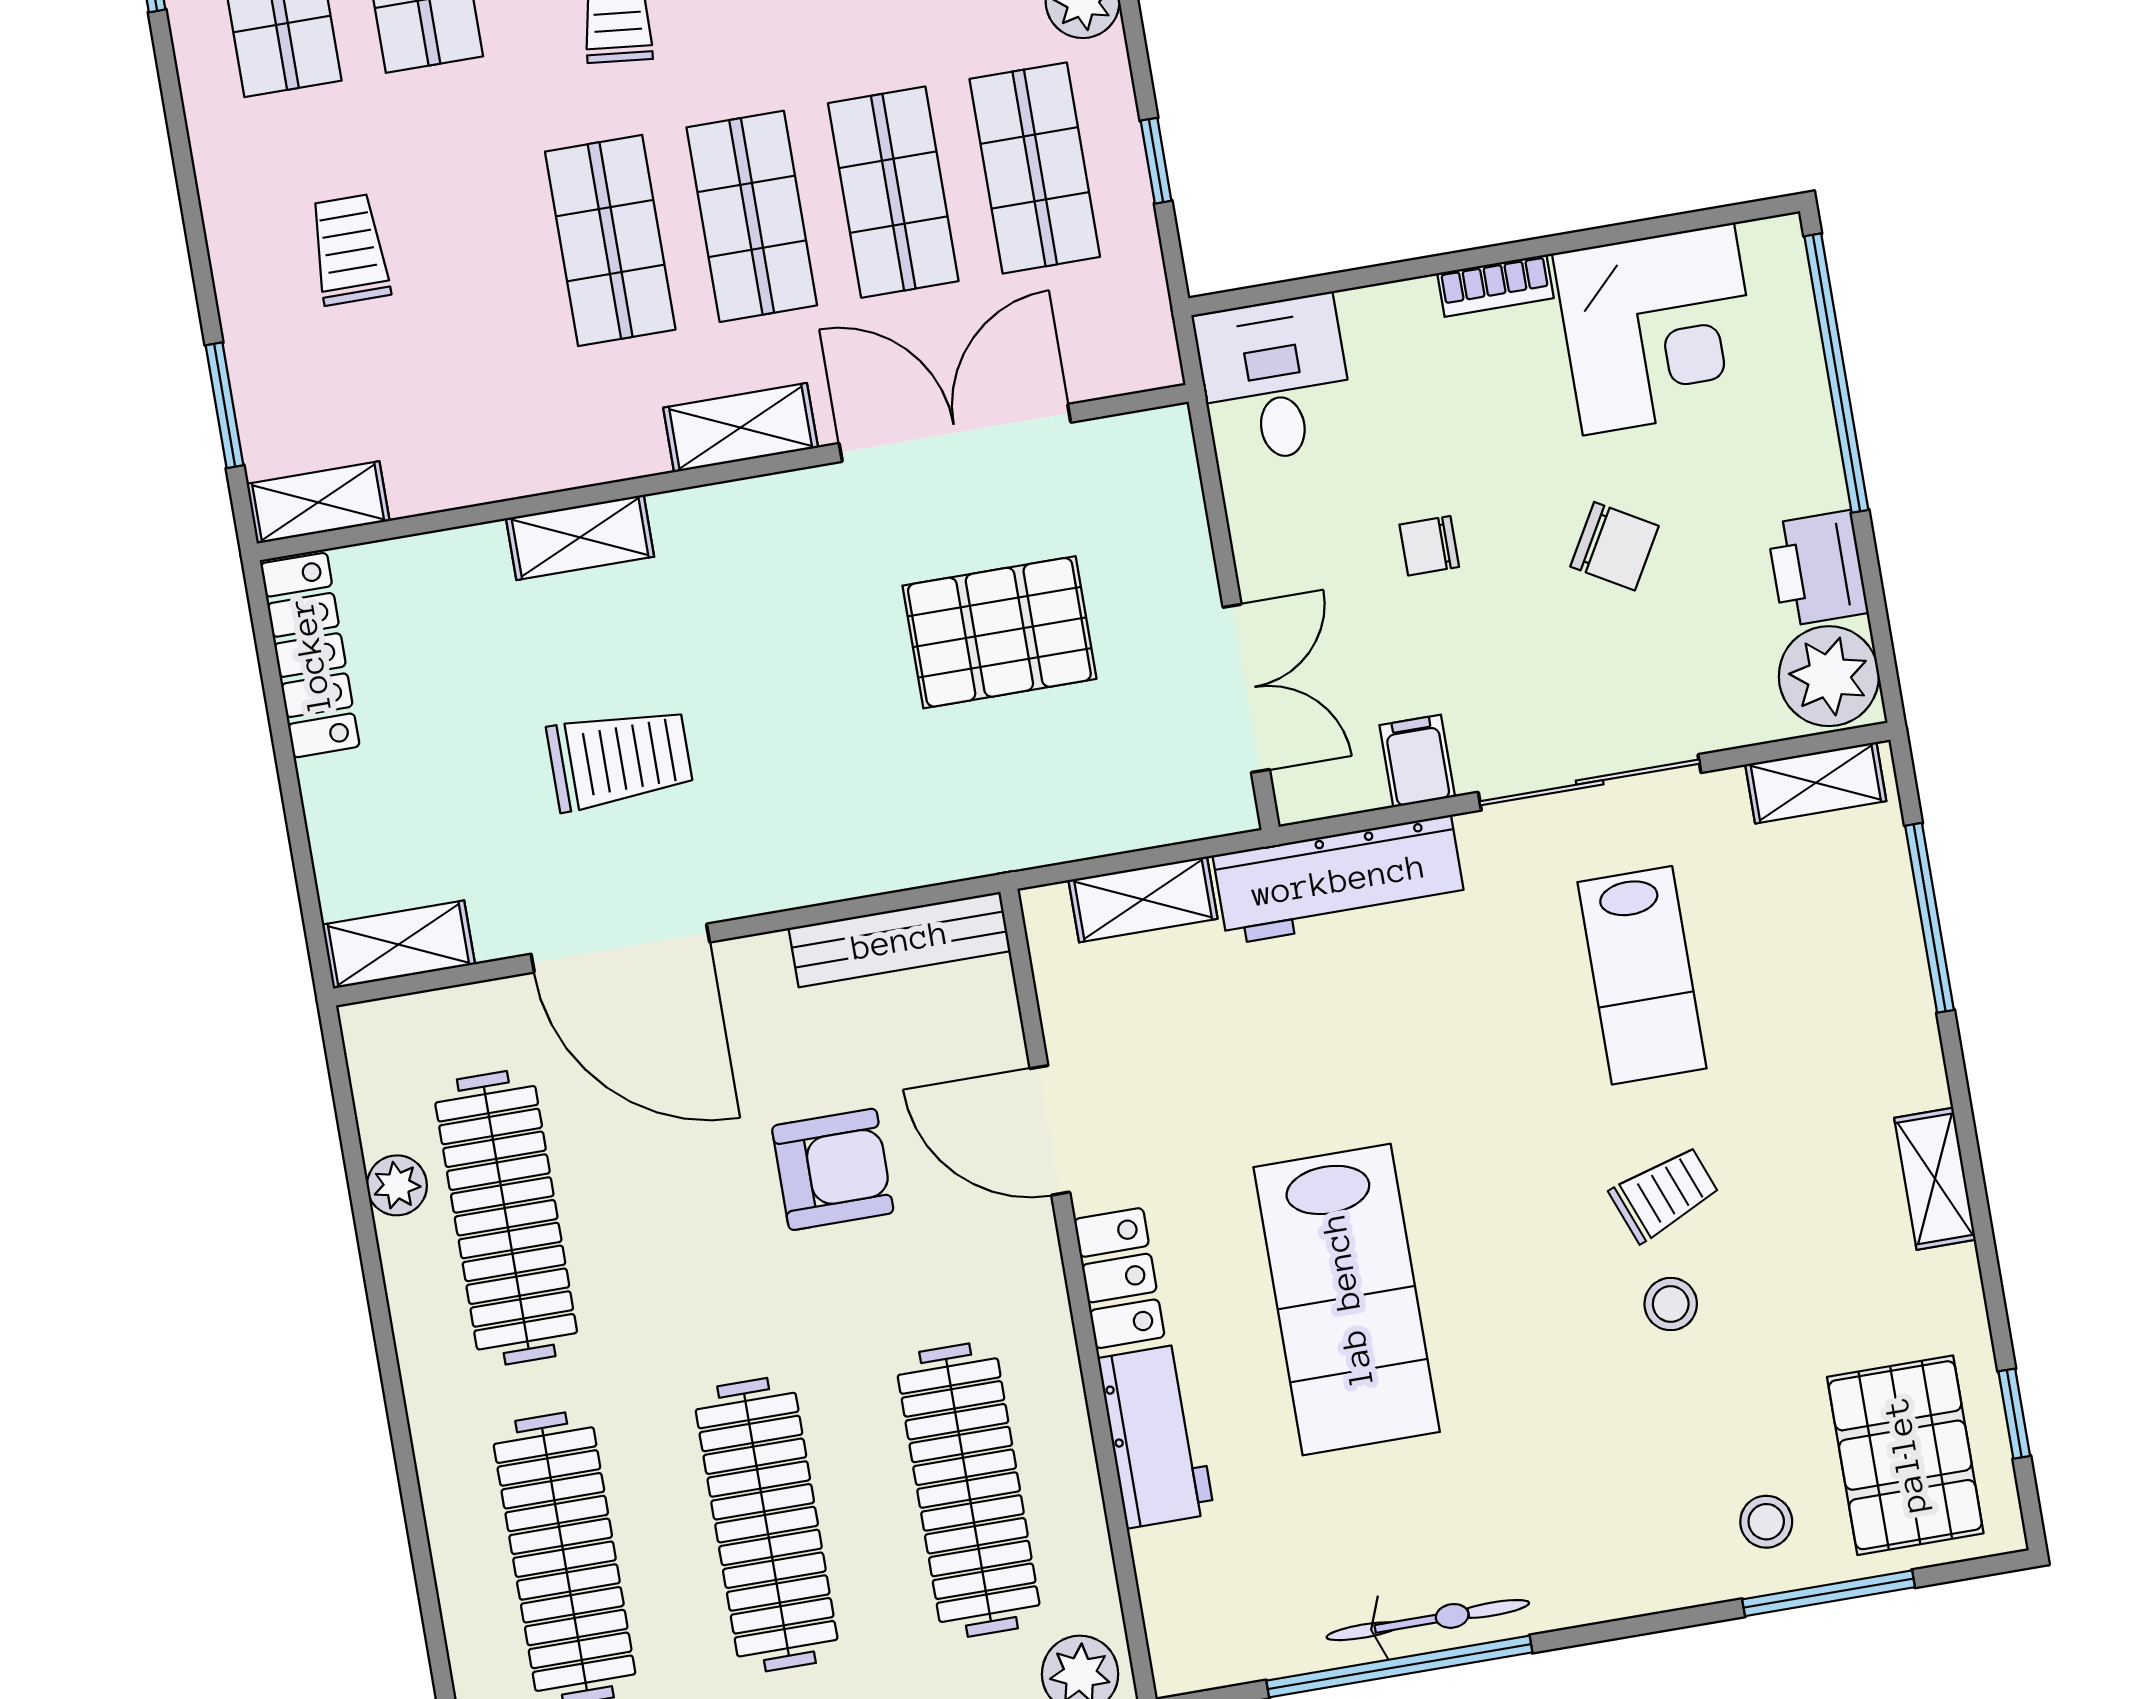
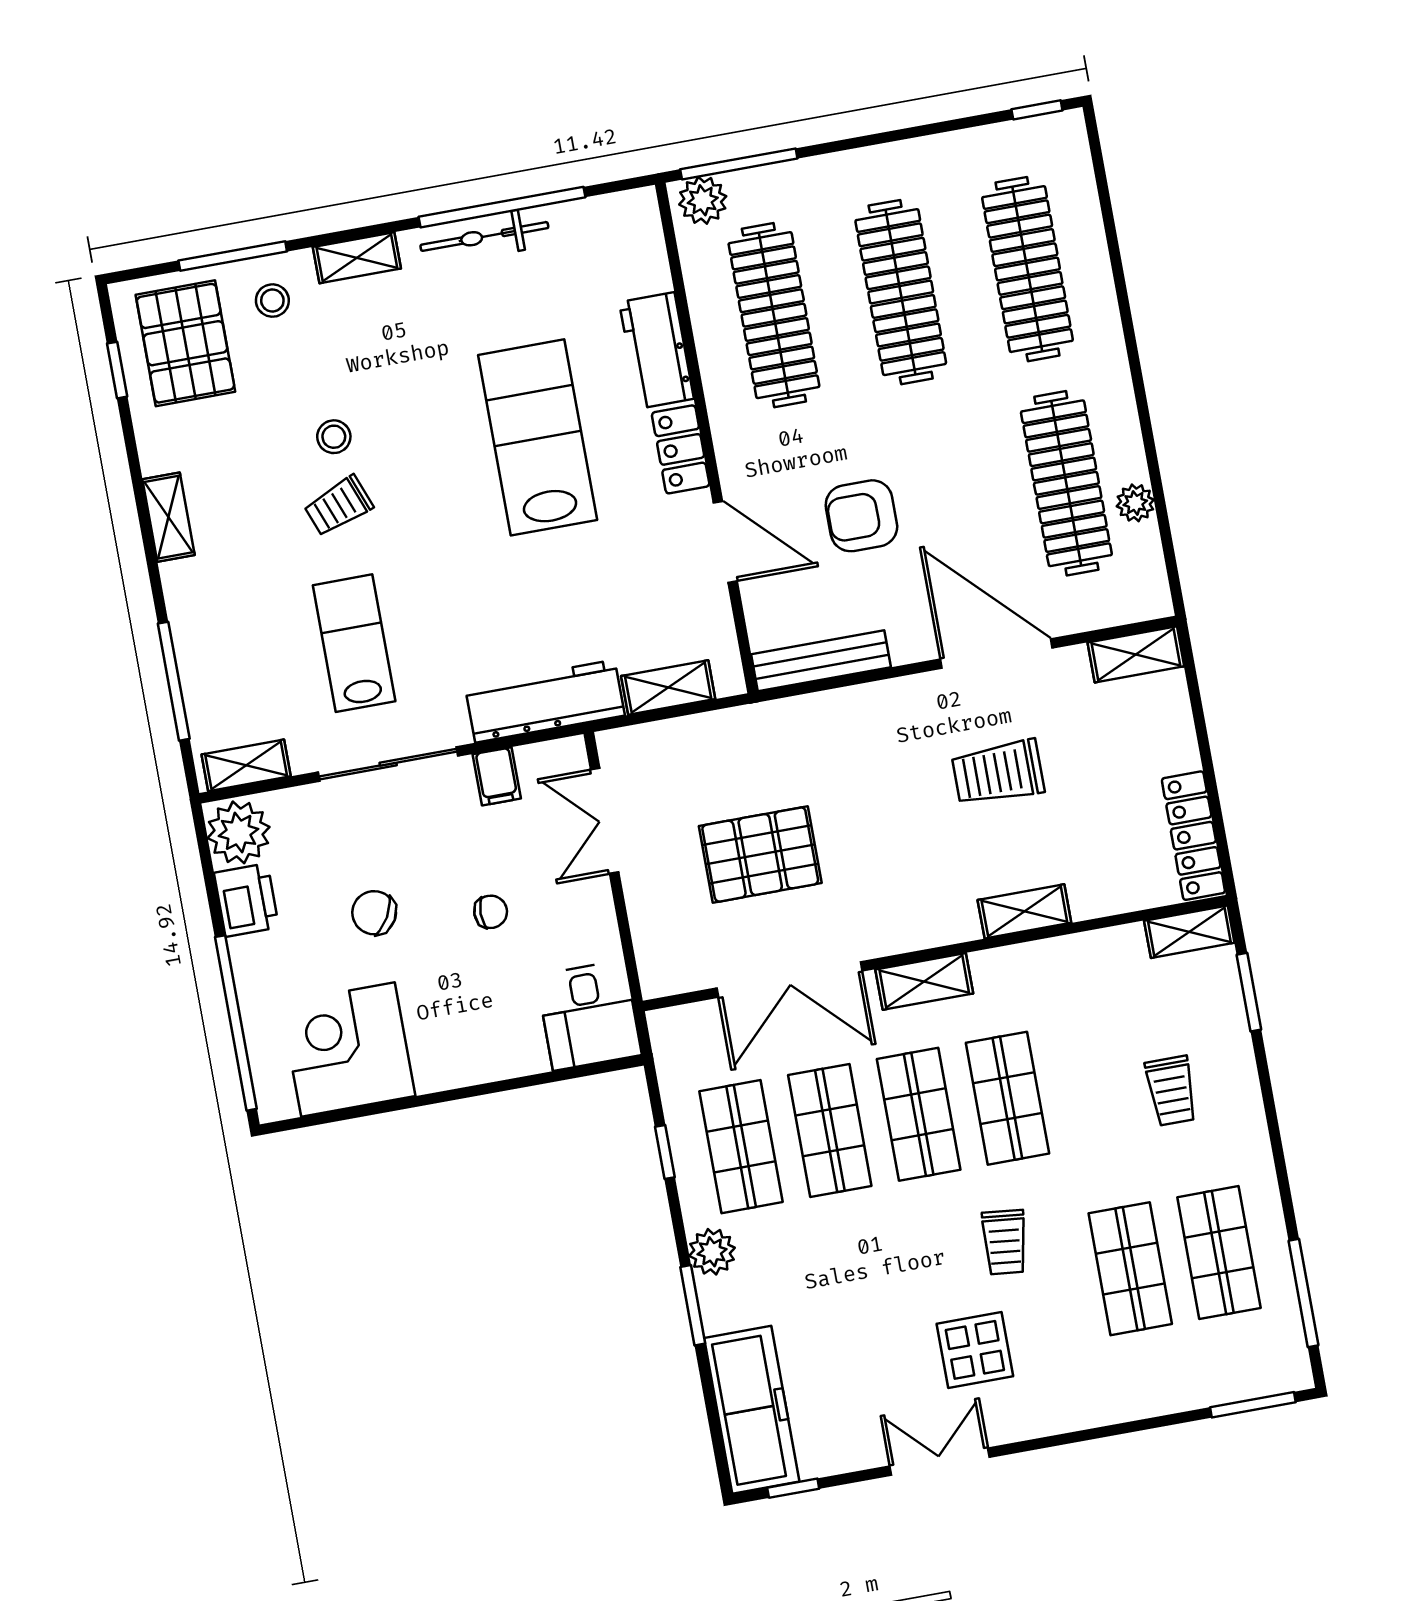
bookcase: (1495, 286) -> (451, 1076), removed
shelving: (1631, 1588) -> (357, 258), added

